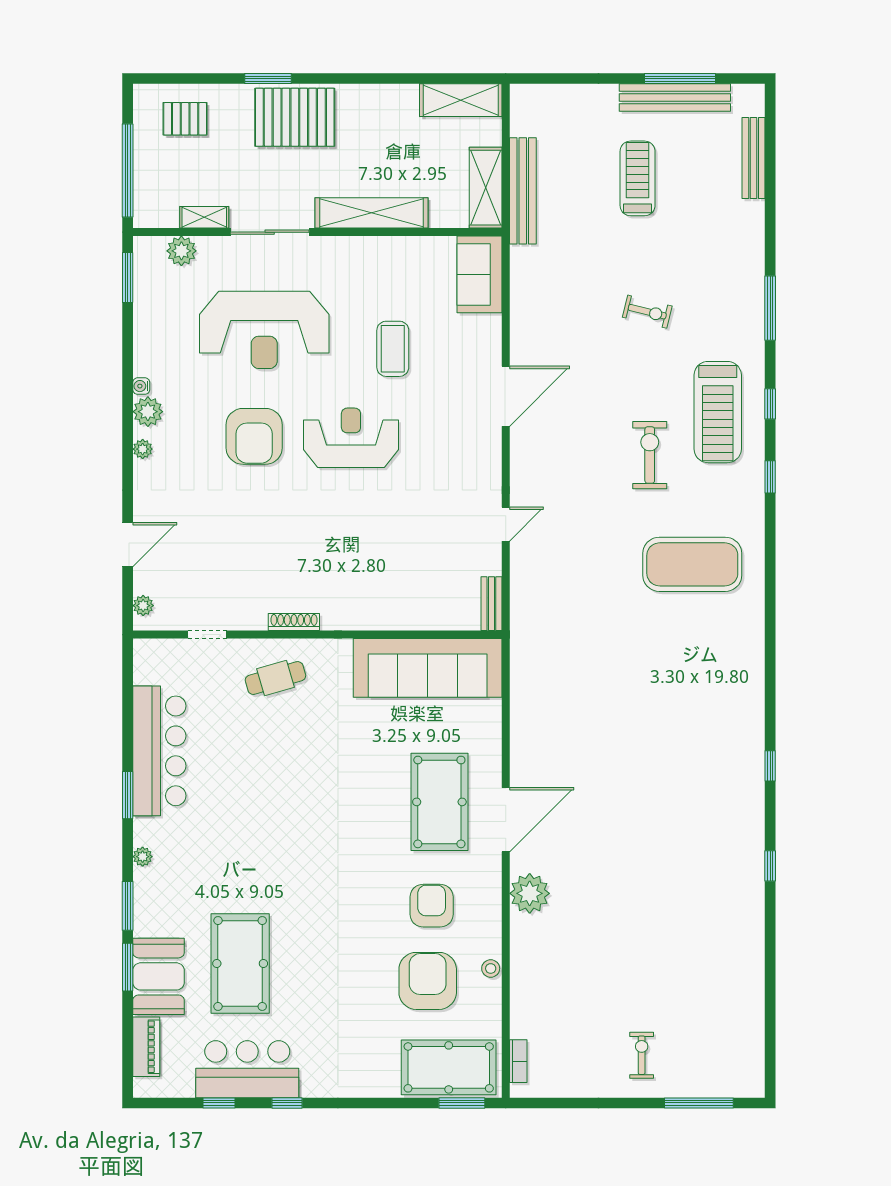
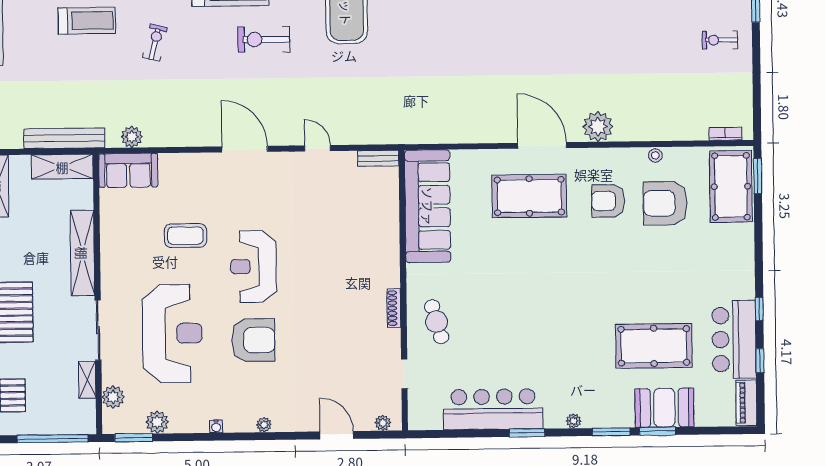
treadmill: (638, 178) -> (87, 21), moved, turned 180
plant: (524, 280) -> (132, 137), added
door: (506, 396) -> (245, 149), moved
plant: (148, 412) -> (157, 422), moved
piano: (146, 1047) -> (746, 403), moved, turned -90

